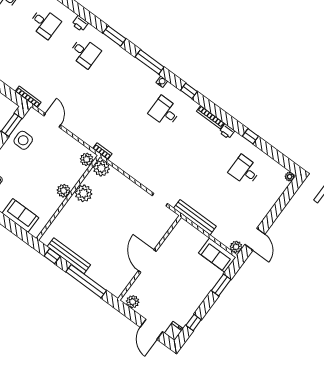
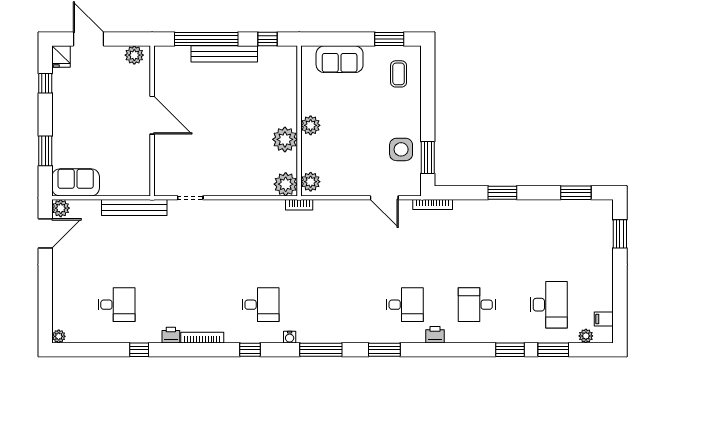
desk: (85, 53) -> (405, 305), turned 180
door: (255, 239) -> (45, 233), swing flipped
bench: (69, 256) -> (224, 54), moved

